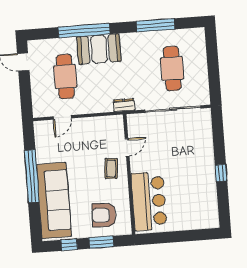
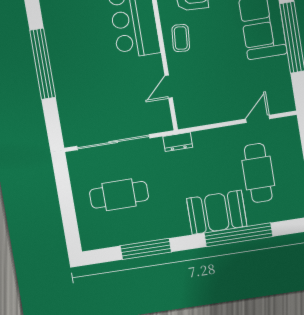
cafe table: (172, 68) -> (119, 195), turned 90
coffee table: (111, 168) -> (181, 38), moved
window: (221, 173) -> (43, 64), width x3.17

